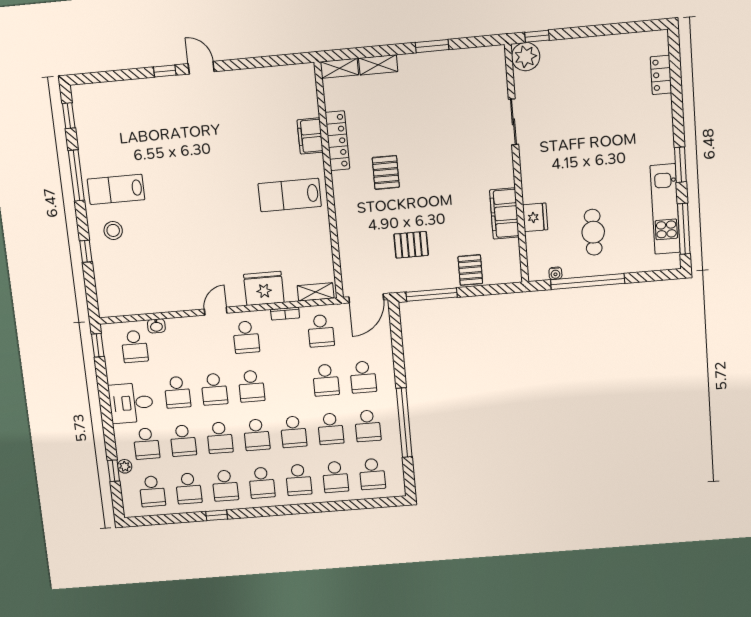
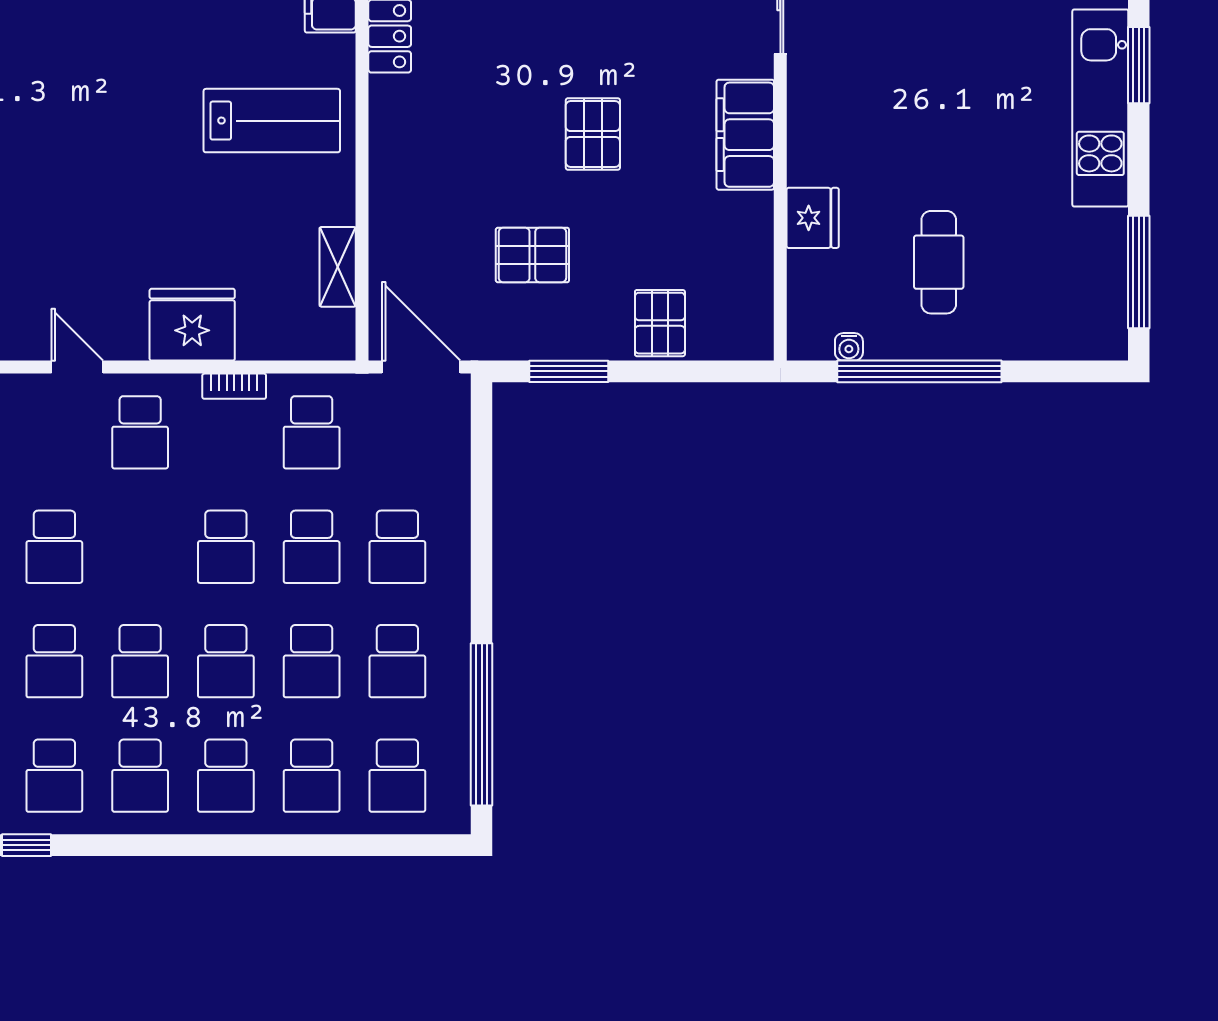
window: (680, 165) -> (1139, 65), moved
pallet: (386, 172) -> (593, 134), moved
lab bench: (290, 195) -> (272, 121), turned 180
kitchen unit: (665, 209) -> (1100, 108), moved
filing cabinet: (504, 213) -> (745, 135), moved
shelving: (316, 292) -> (338, 267), moved, turned 90
window: (432, 295) -> (569, 371), width x0.69
door: (366, 298) -> (421, 367), swing flipped
door: (216, 311) -> (77, 367), hinge flipped
school desk: (251, 386) -> (226, 547), moved
window: (404, 423) -> (482, 724), moved

